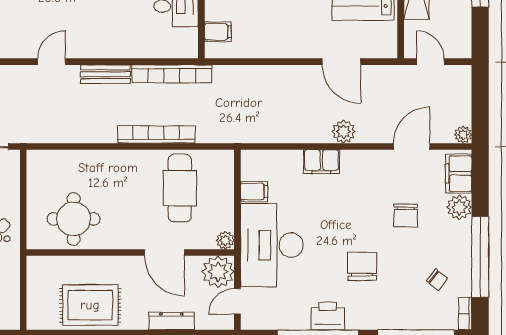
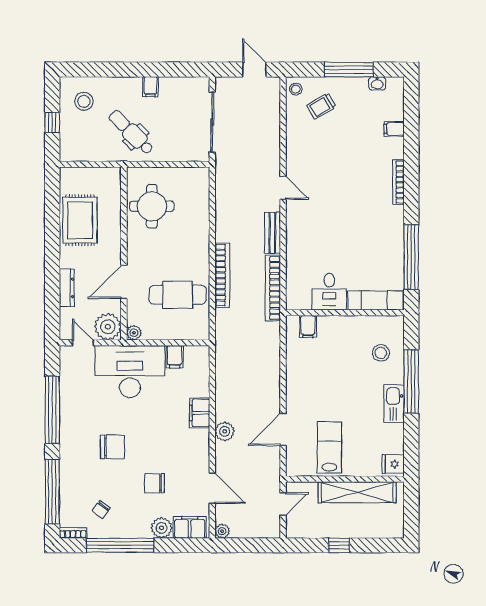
printer: (328, 316) -> (71, 418), removed

